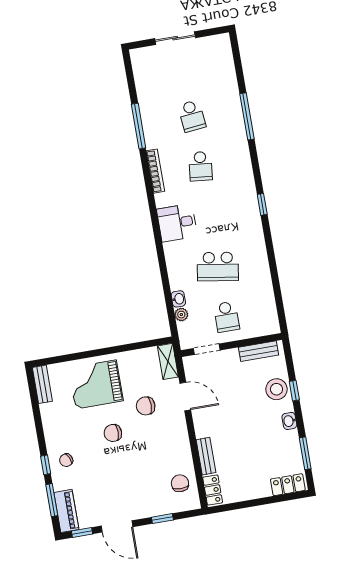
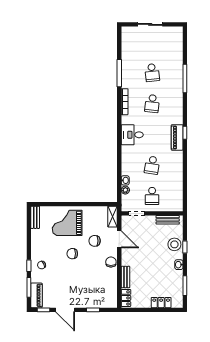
piano: (251, 214) -> (177, 137), added
school desk: (218, 267) -> (152, 165), width x0.54
chair: (180, 483) -> (111, 262), moved
locker: (288, 485) -> (161, 303), moved

